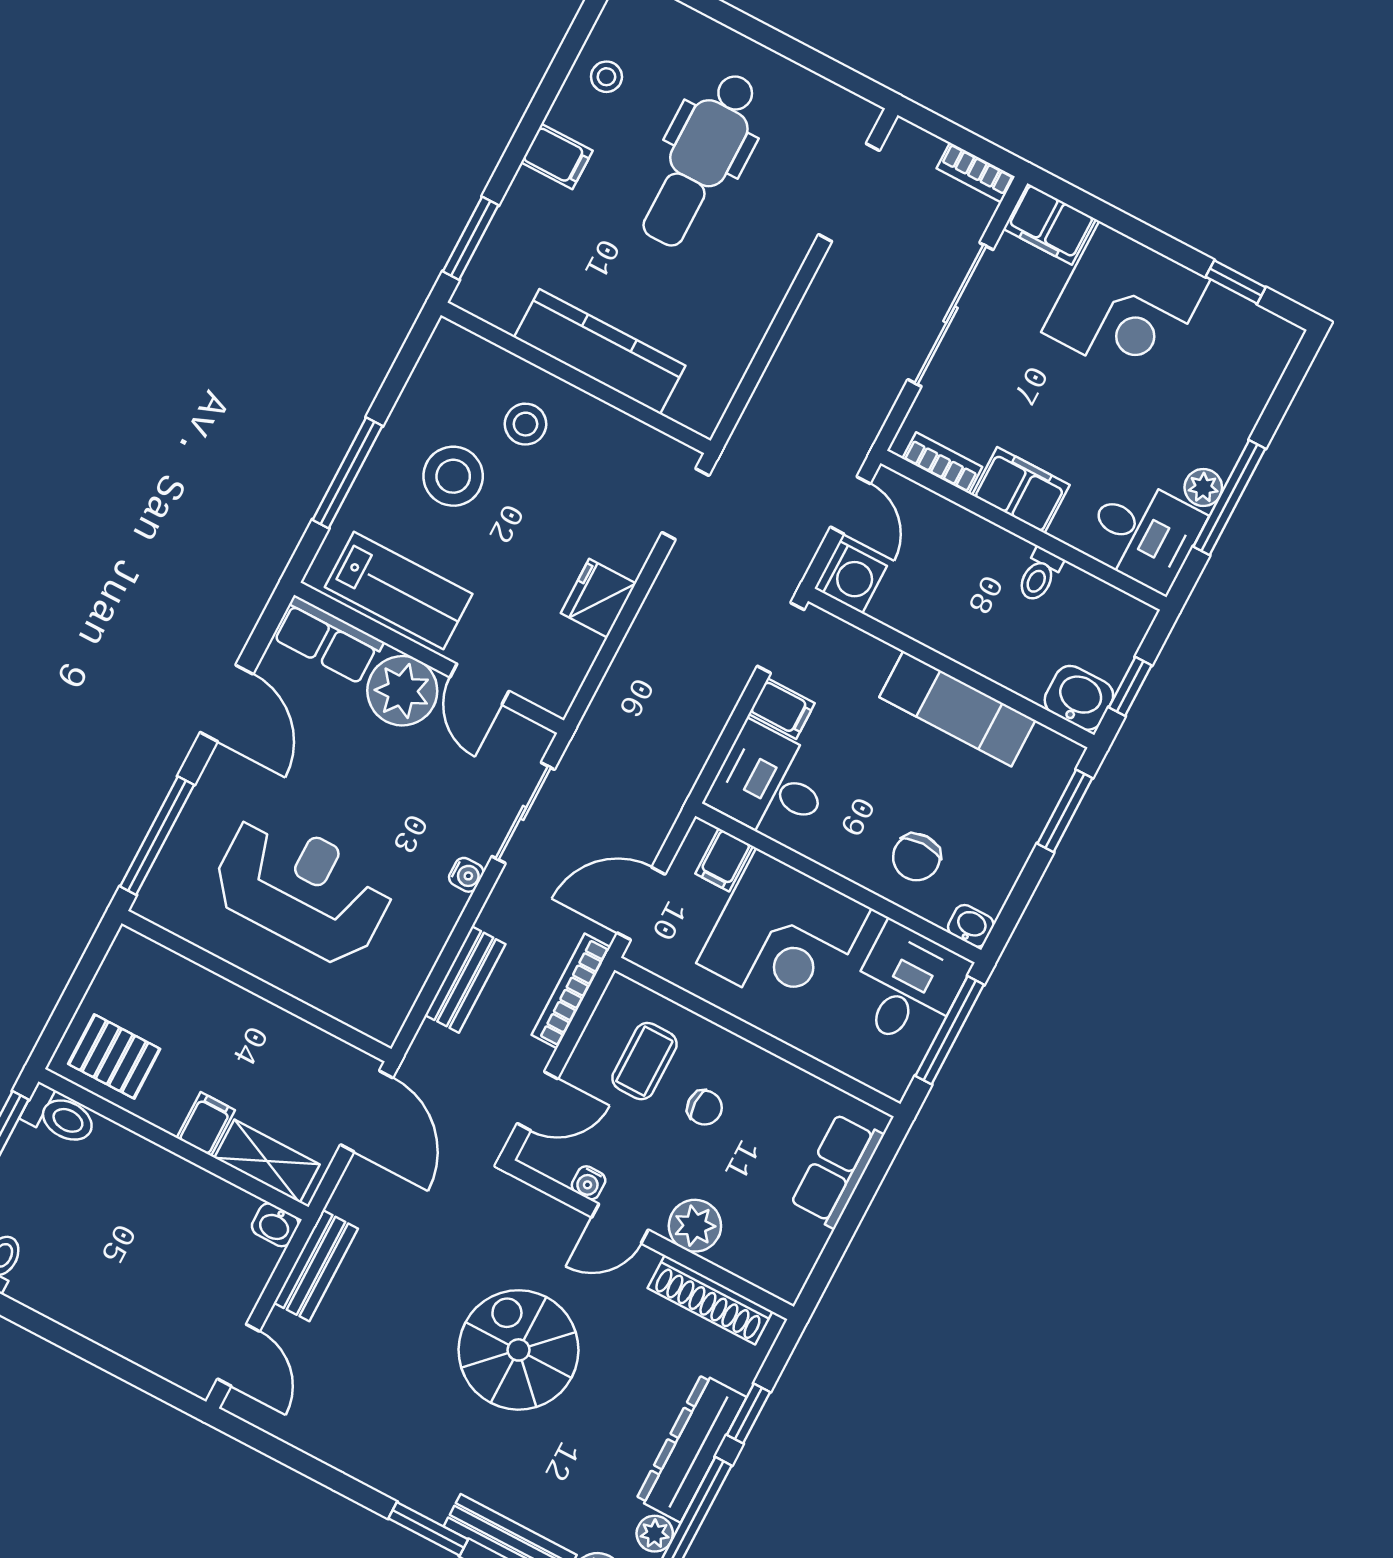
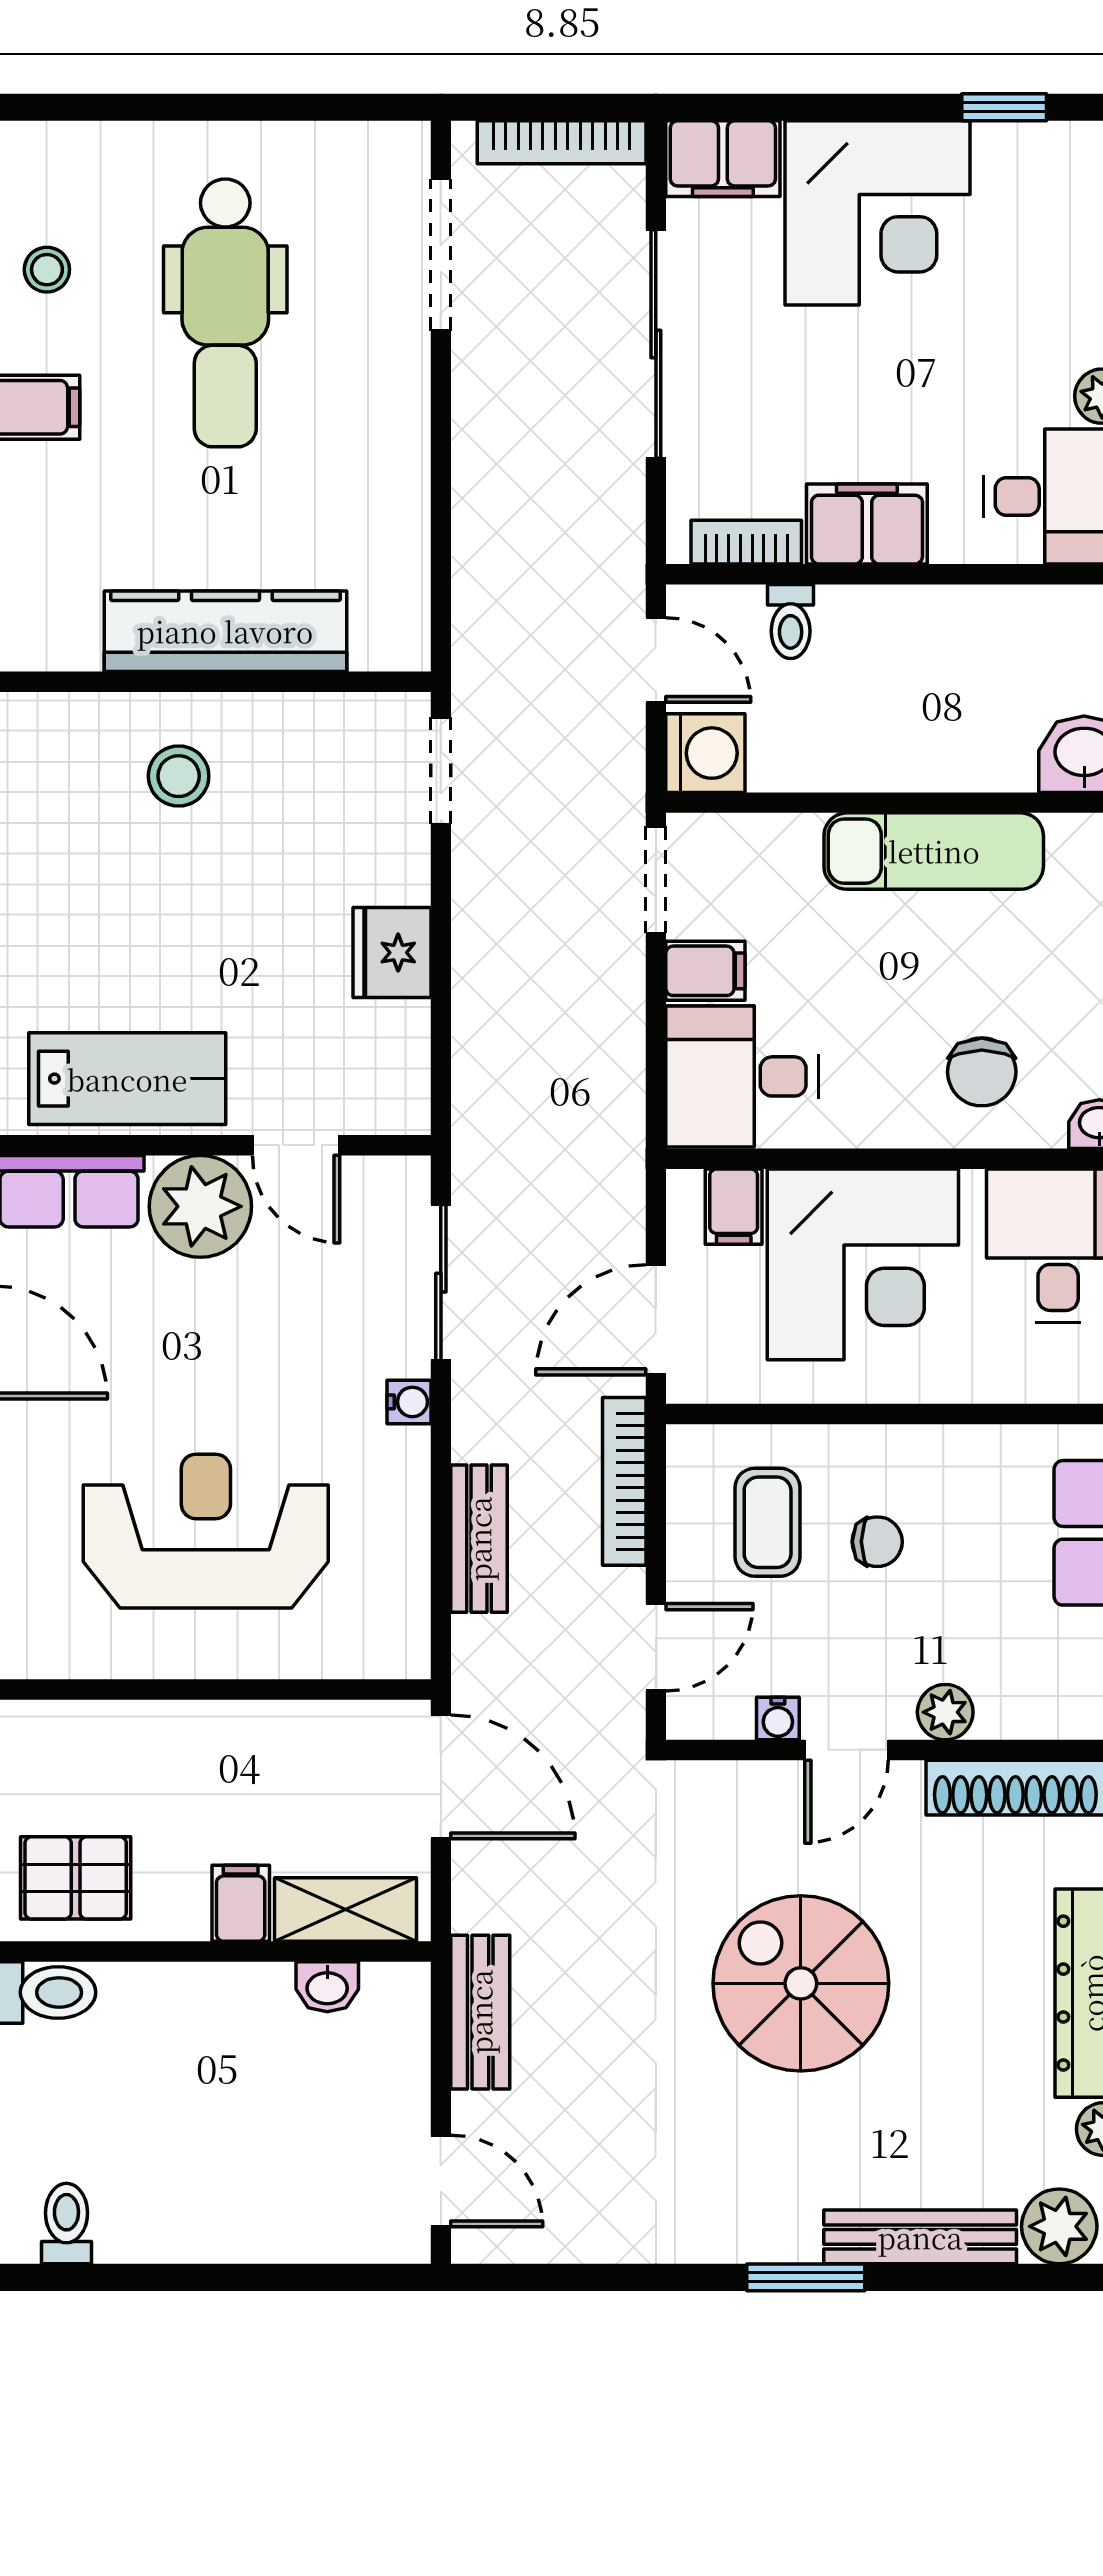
bookcase: (976, 173) -> (562, 142), width x1.56
stool: (453, 476) -> (120, 893), removed
toilet: (1039, 575) -> (791, 621), moved
washbasin: (275, 1225) -> (327, 1987), moved
plant: (695, 1226) -> (945, 1712), width x0.73, depth x0.73

